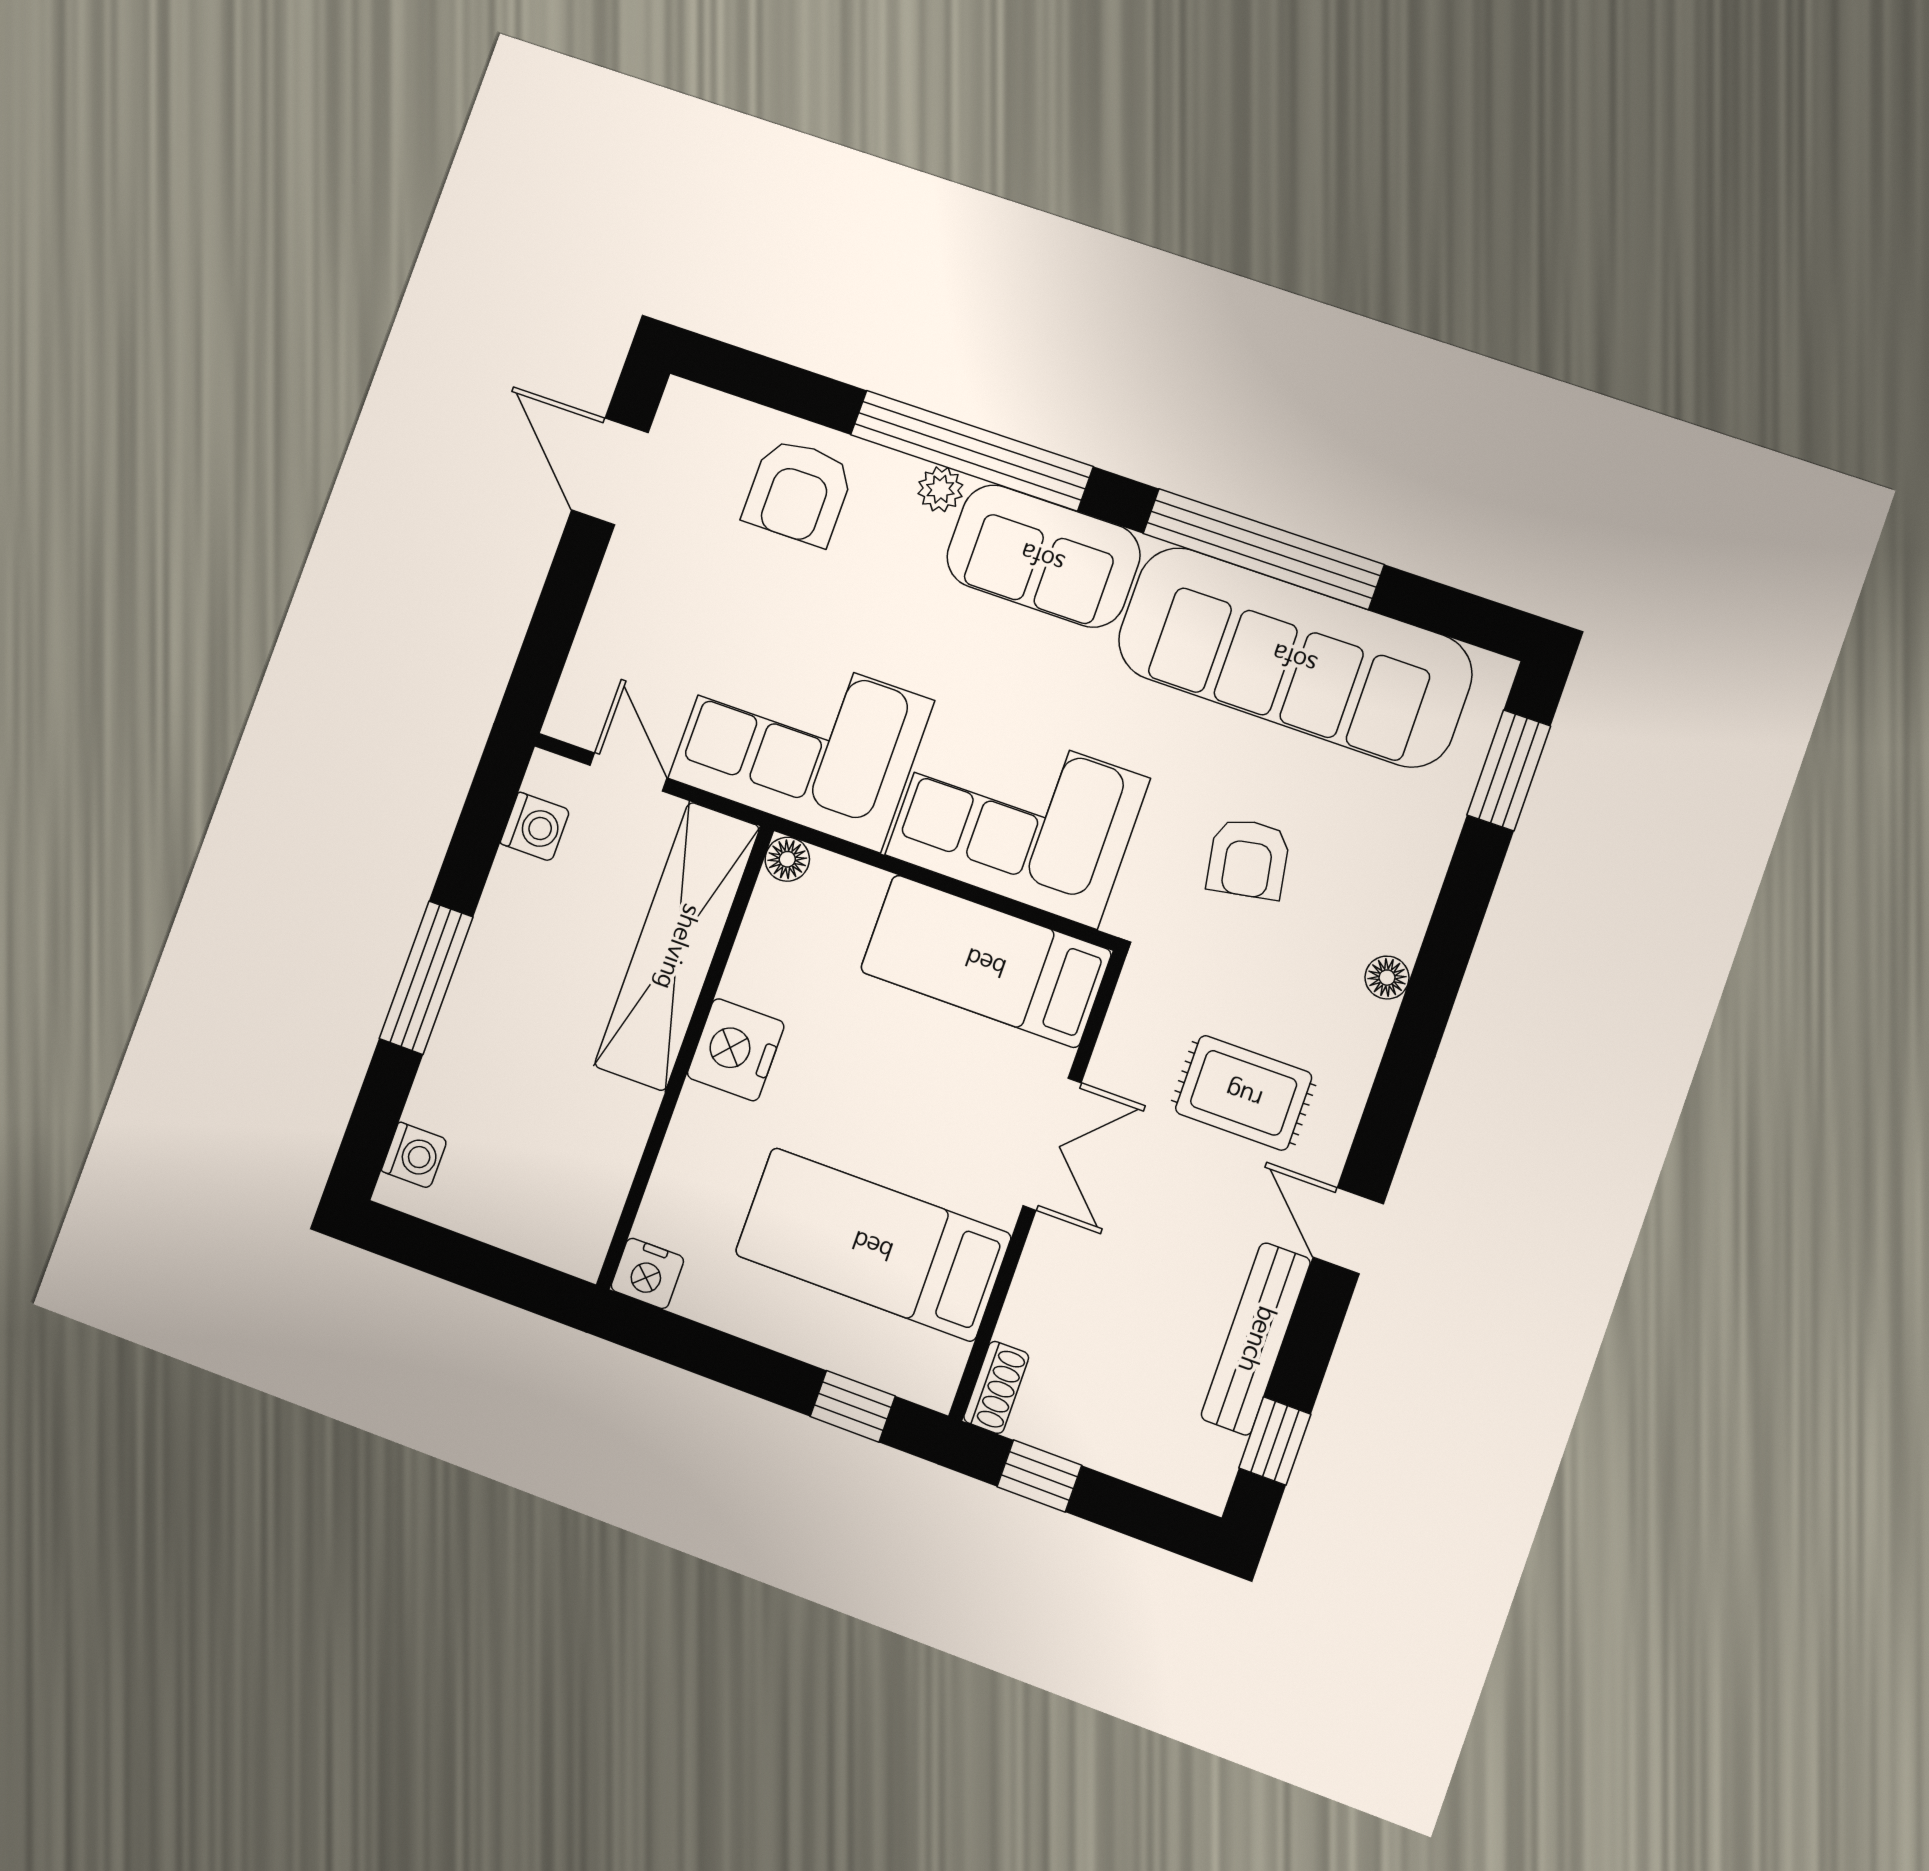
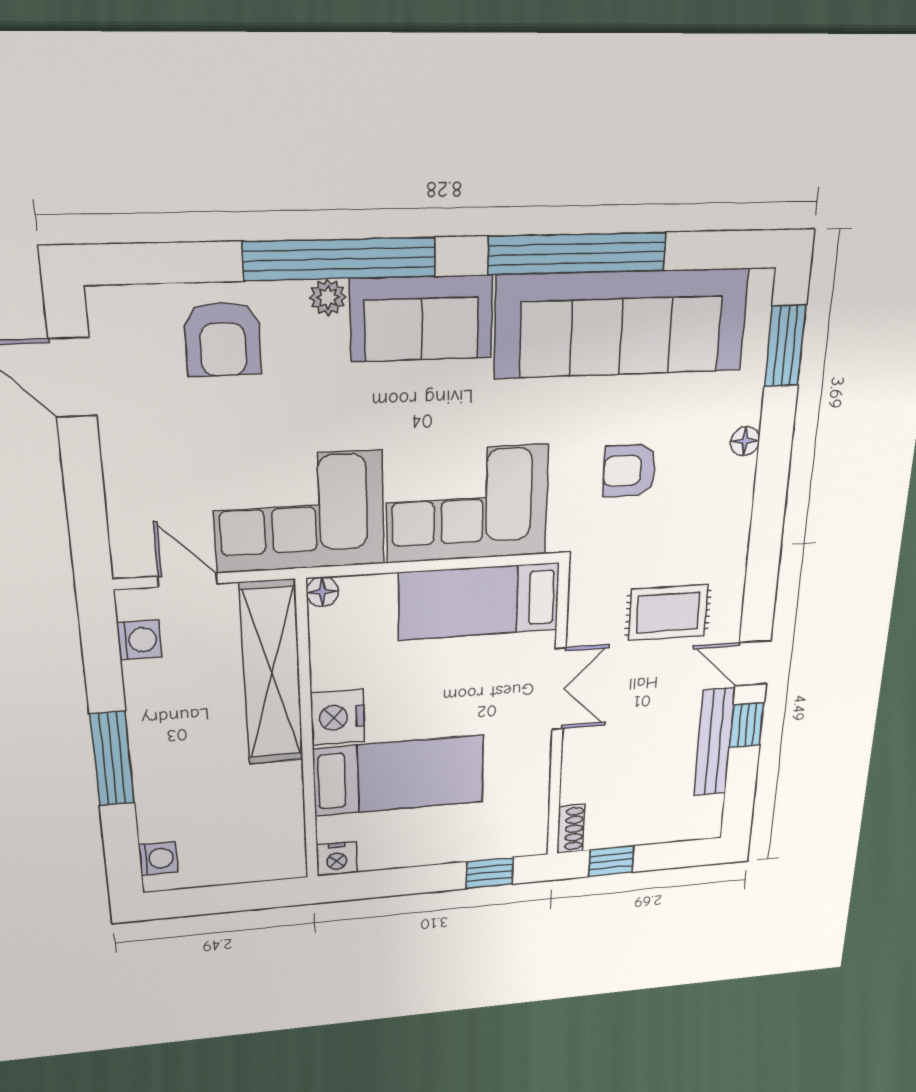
armchair: (1248, 859) -> (629, 471), turned 100
floor lamp: (1387, 978) -> (745, 441), moved
bed: (873, 1244) -> (399, 775), moved, turned 180
window: (1275, 1441) -> (747, 725), moved

